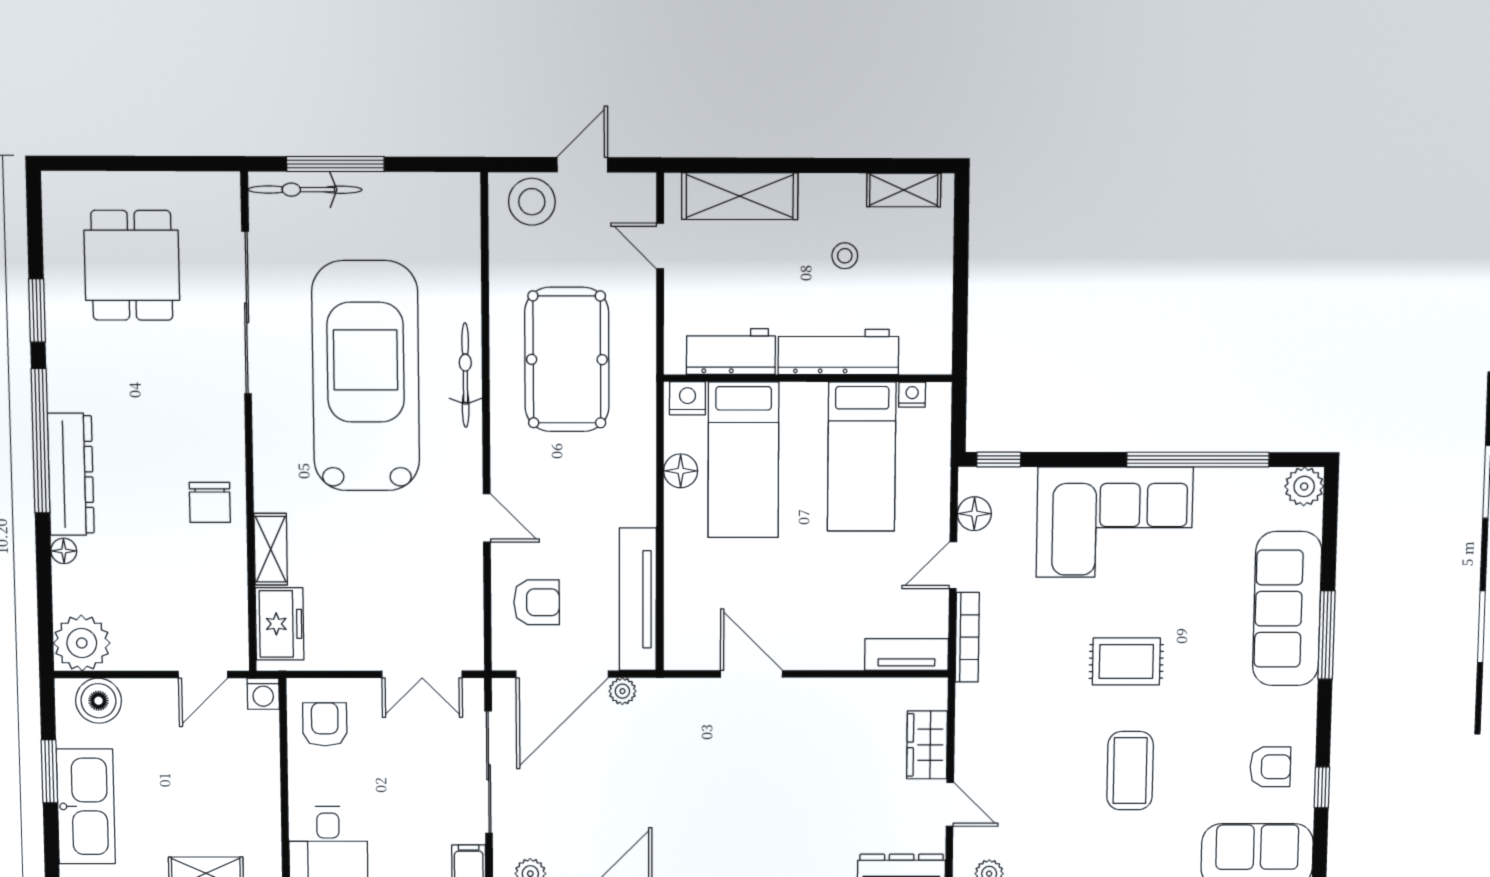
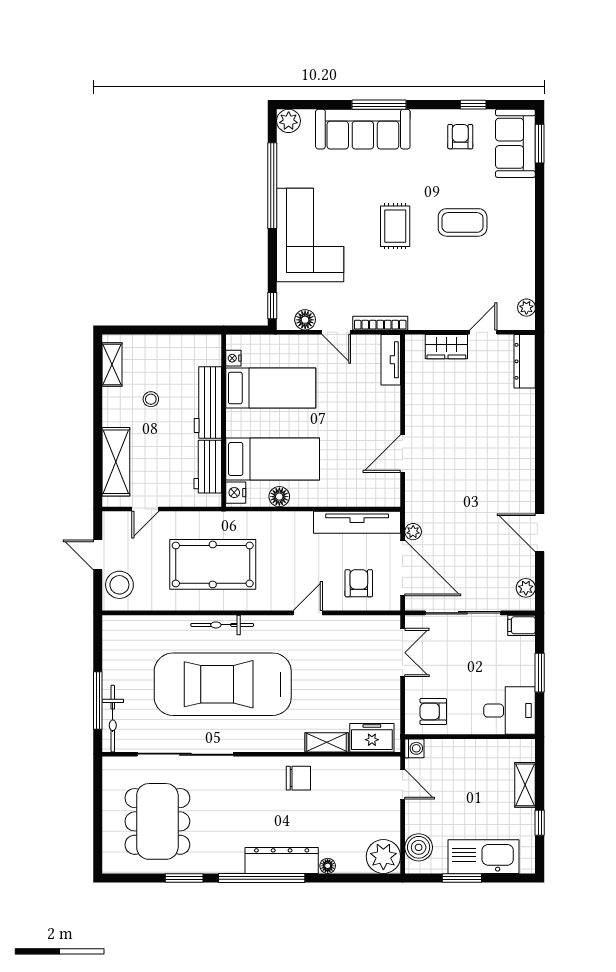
dining table: (132, 265) -> (157, 821), width x1.38

